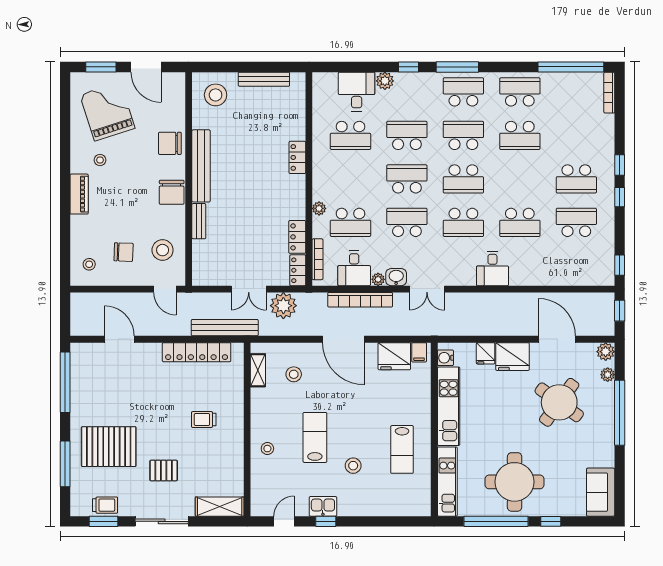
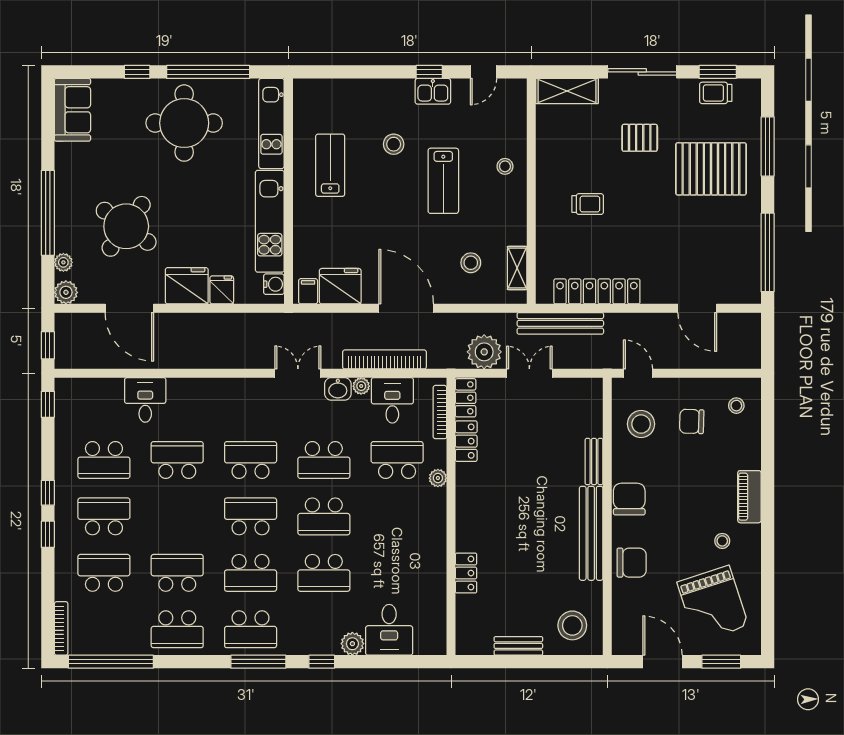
bench: (264, 79) -> (518, 646), width x0.73
school desk: (350, 135) -> (104, 573), moved
locker: (297, 157) -> (466, 573), moved
desk: (493, 269) -> (145, 400), moved

